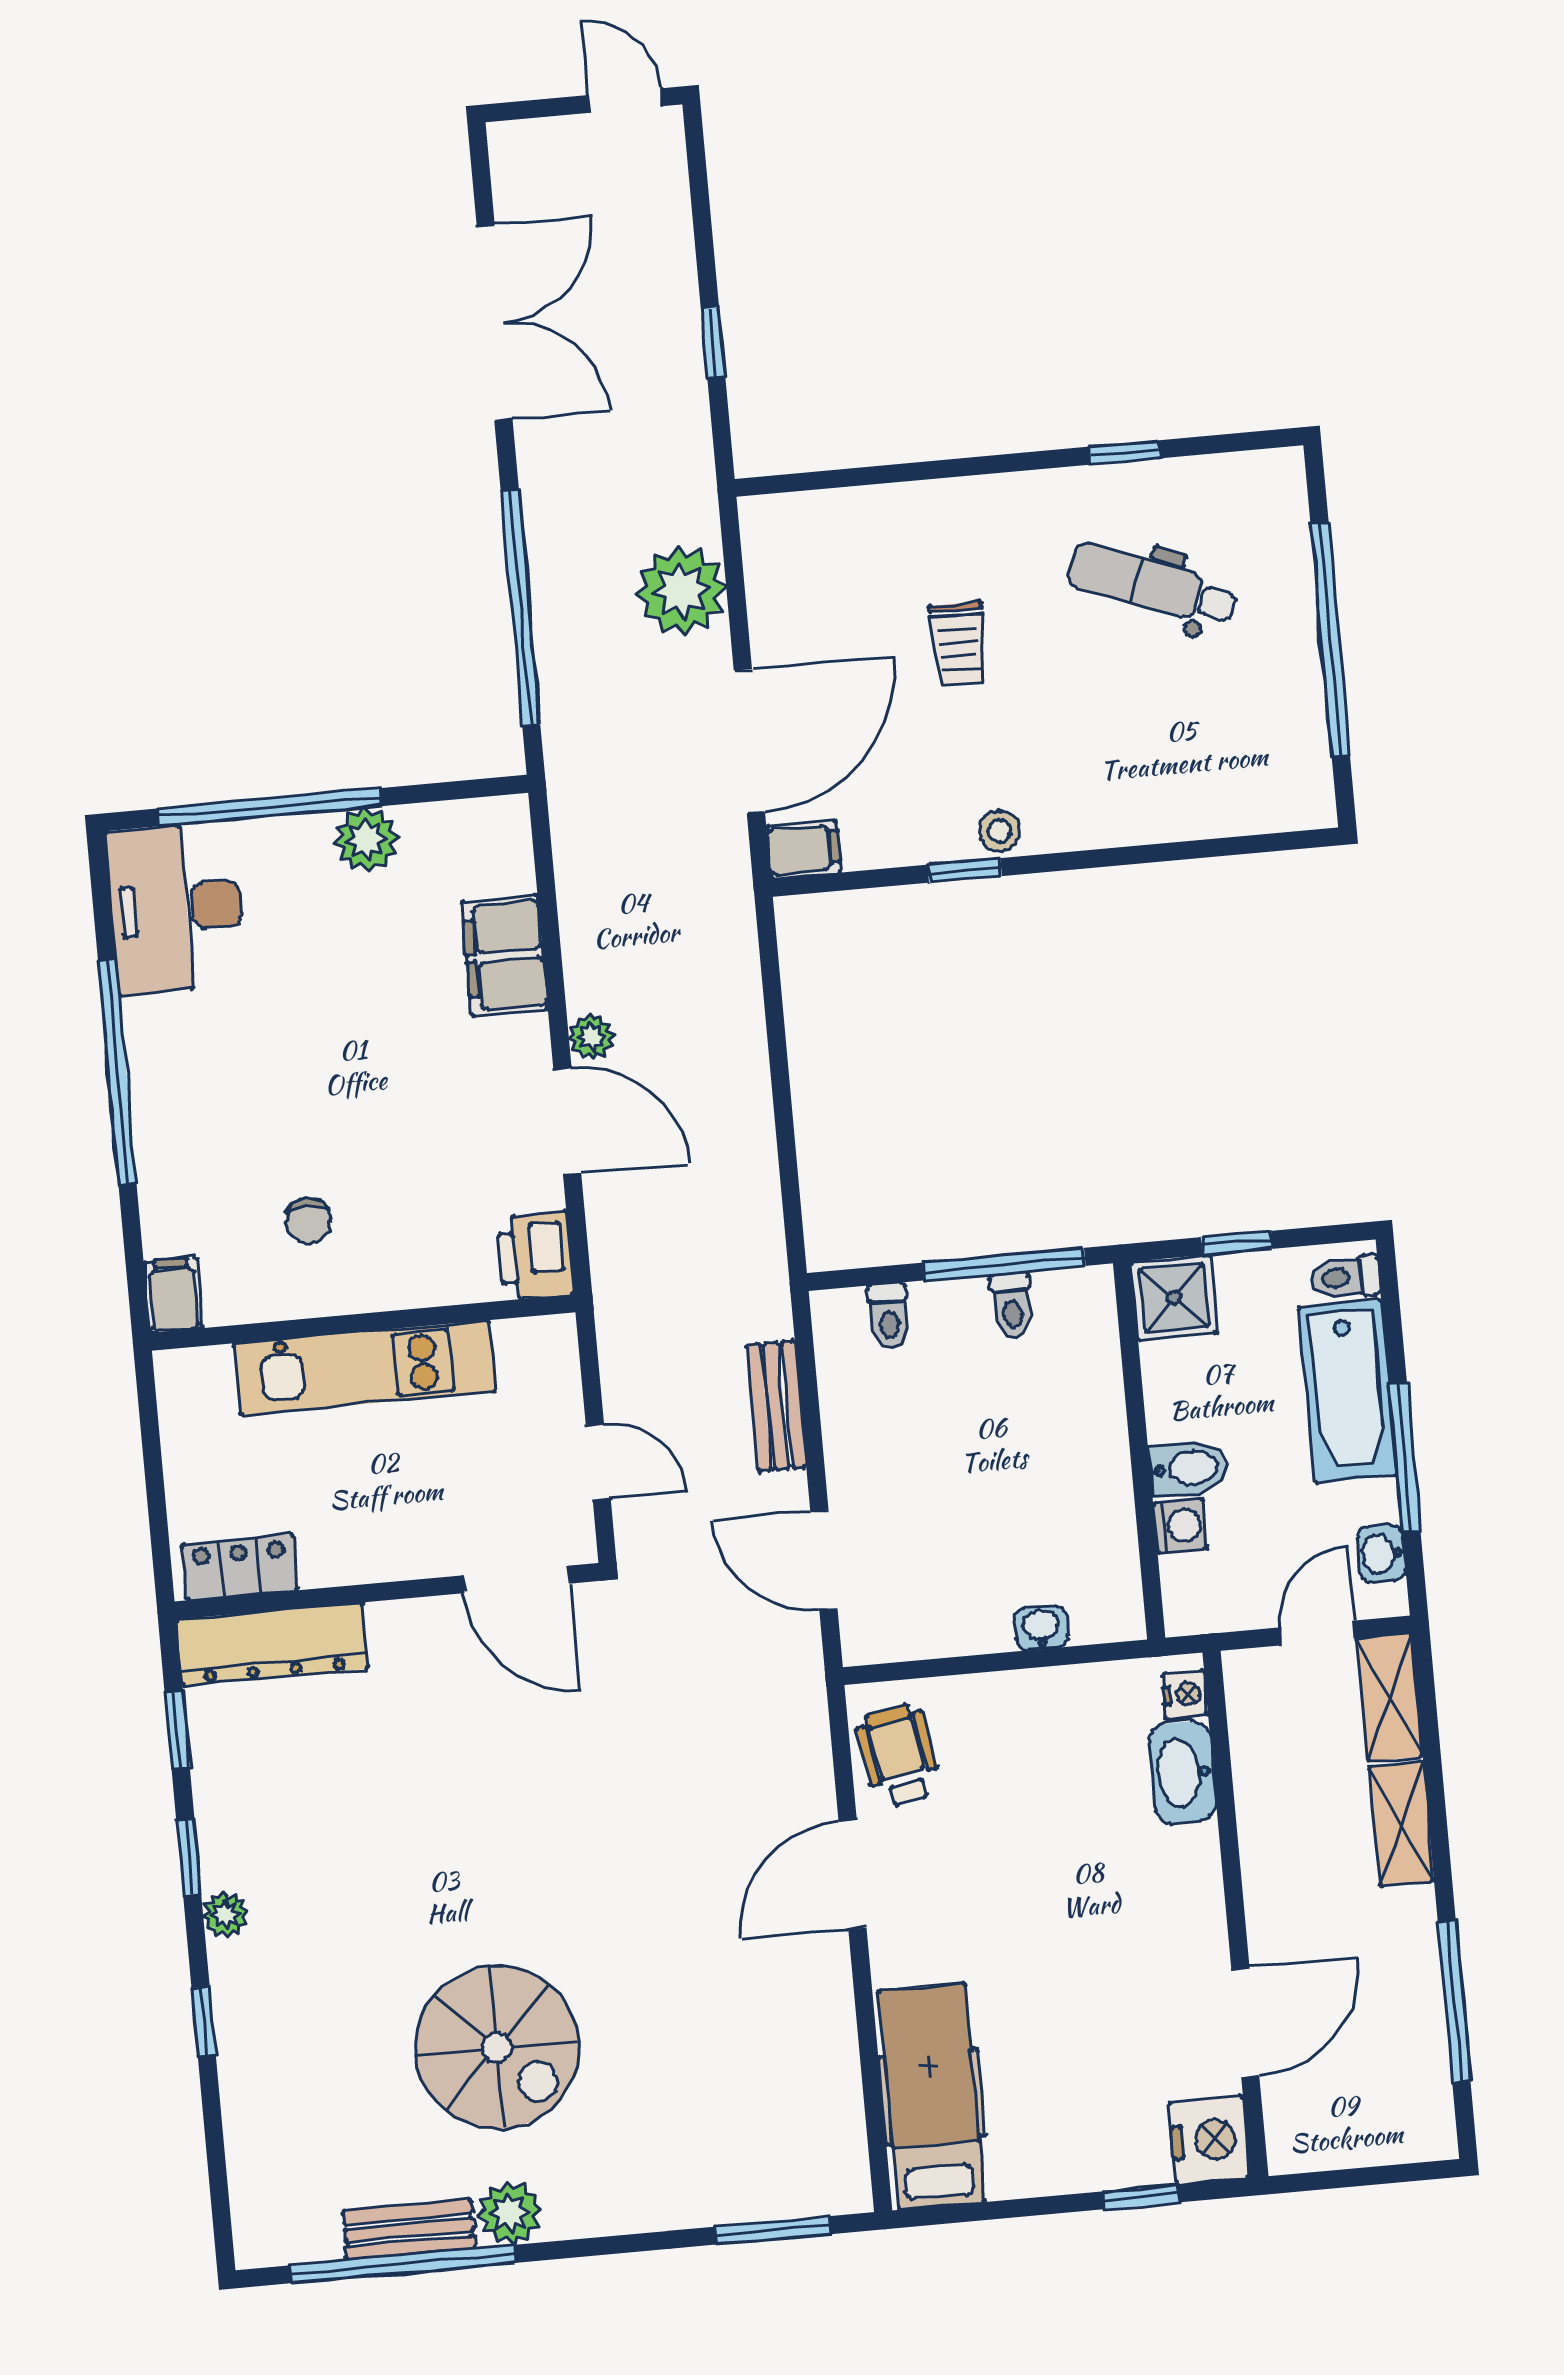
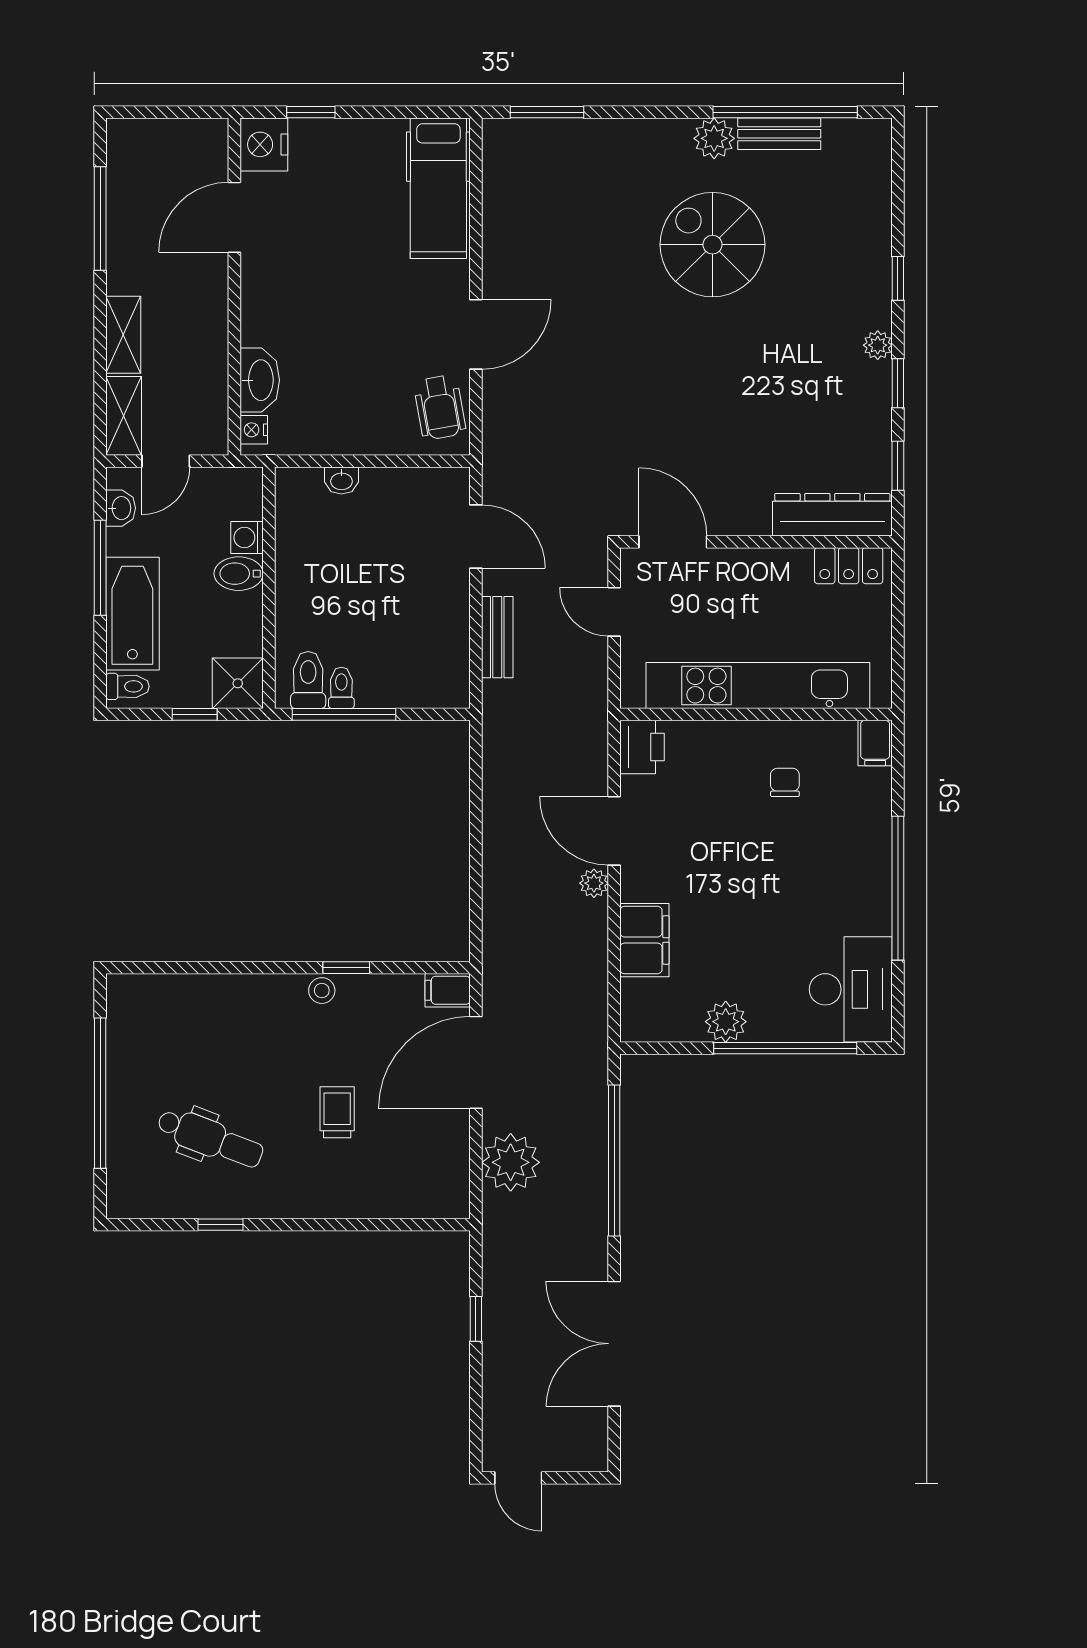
toilet: (889, 1316) -> (308, 680), moved, width x1.37, depth x1.39
kitchen unit: (364, 1368) -> (758, 686), width x1.36

